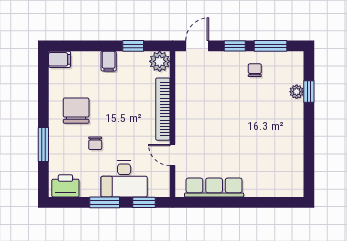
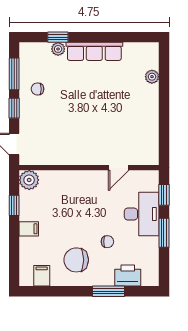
filing cabinet: (60, 59) -> (42, 276), moved
bookcase: (163, 109) -> (75, 177), removed
printer: (65, 186) -> (128, 276), moved, turned 90
row of seats: (214, 188) -> (94, 51), moved, turned -90
plant: (268, 190) -> (152, 77), added

